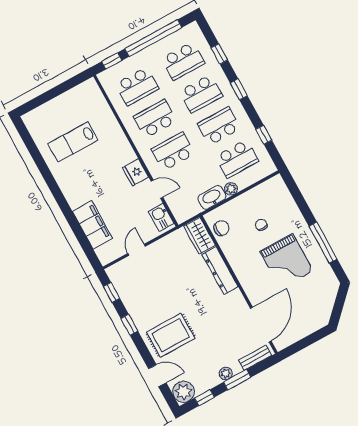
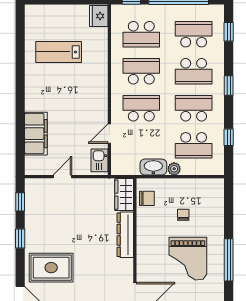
window: (219, 54) -> (229, 32), moved
school desk: (183, 61) -> (194, 34), turned 180
fridge: (136, 172) -> (99, 16), moved
door: (157, 189) -> (109, 134), swing flipped

